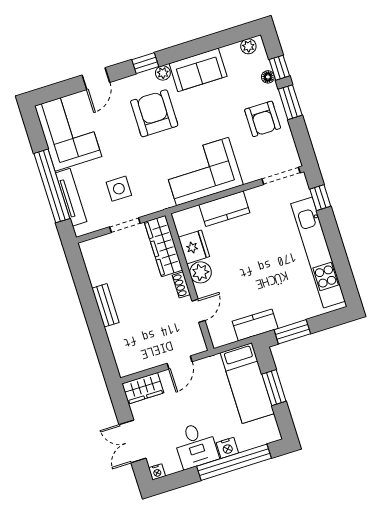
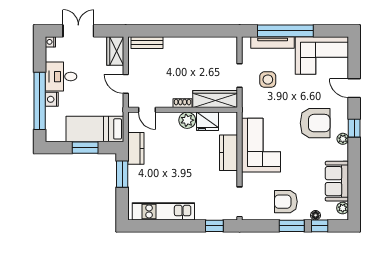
sofa: (198, 70) -> (337, 181), moved
kitchen unit: (318, 252) -> (163, 211), width x0.73
bench: (105, 305) -> (147, 43), moved
door: (198, 311) -> (147, 110), moved

